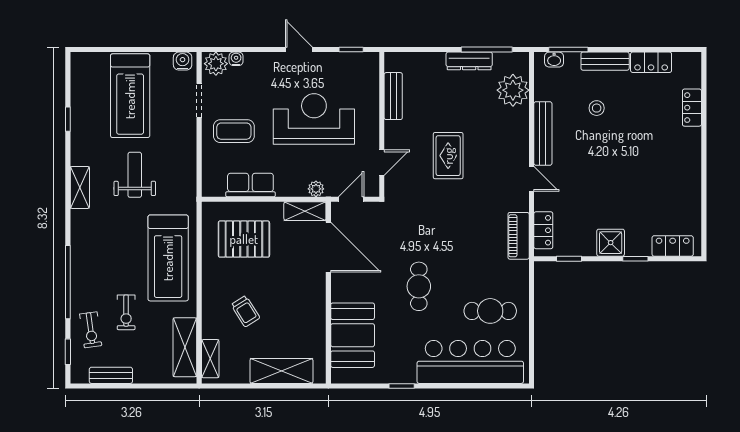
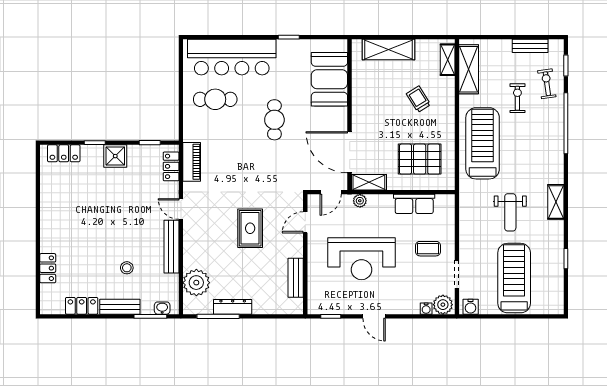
coffee table: (234, 131) -> (428, 249), width x0.73, depth x0.77

